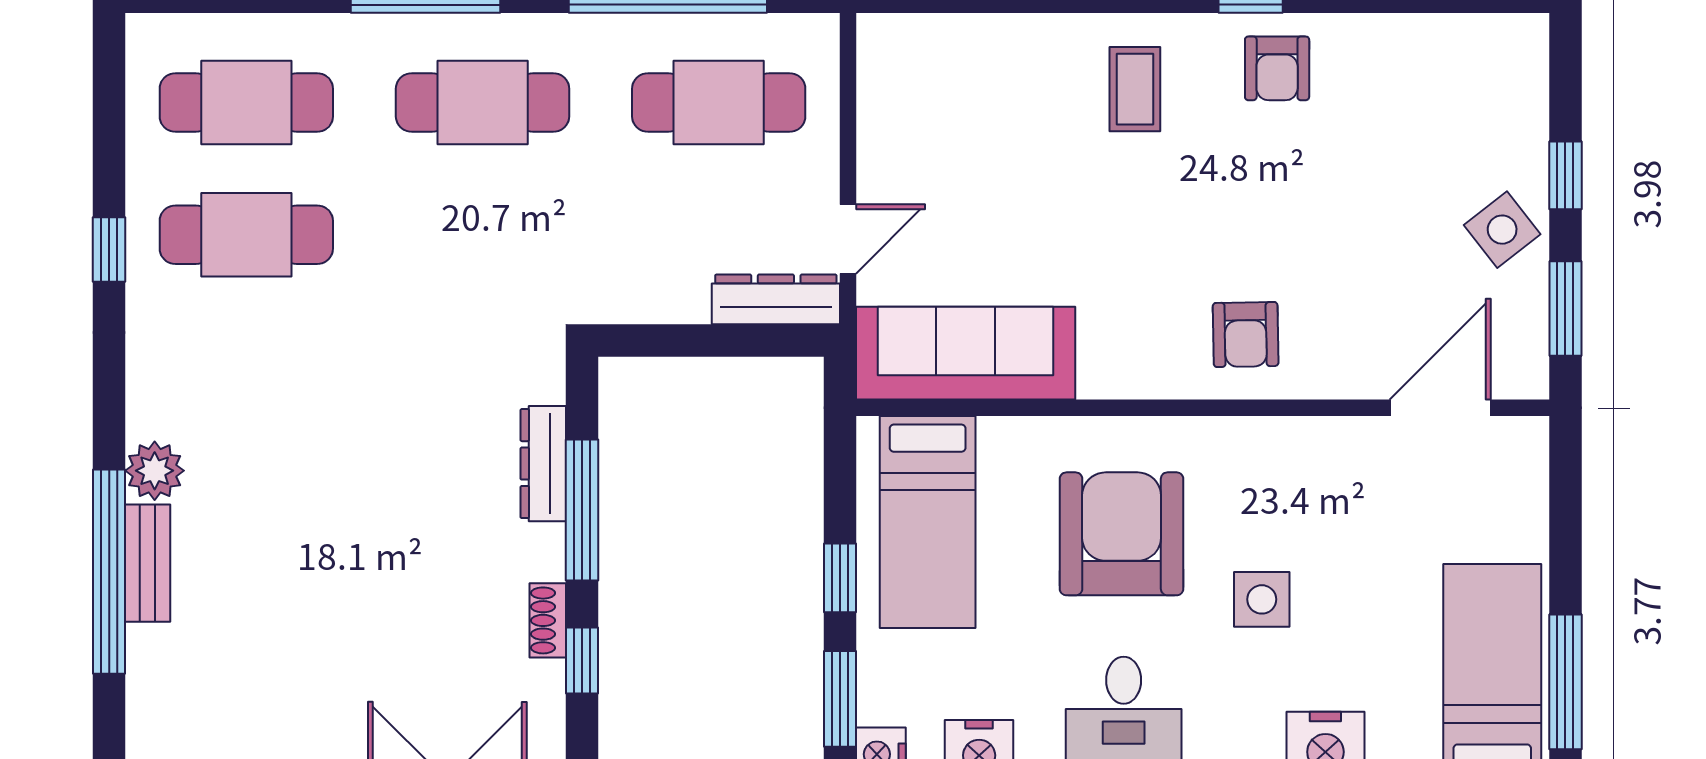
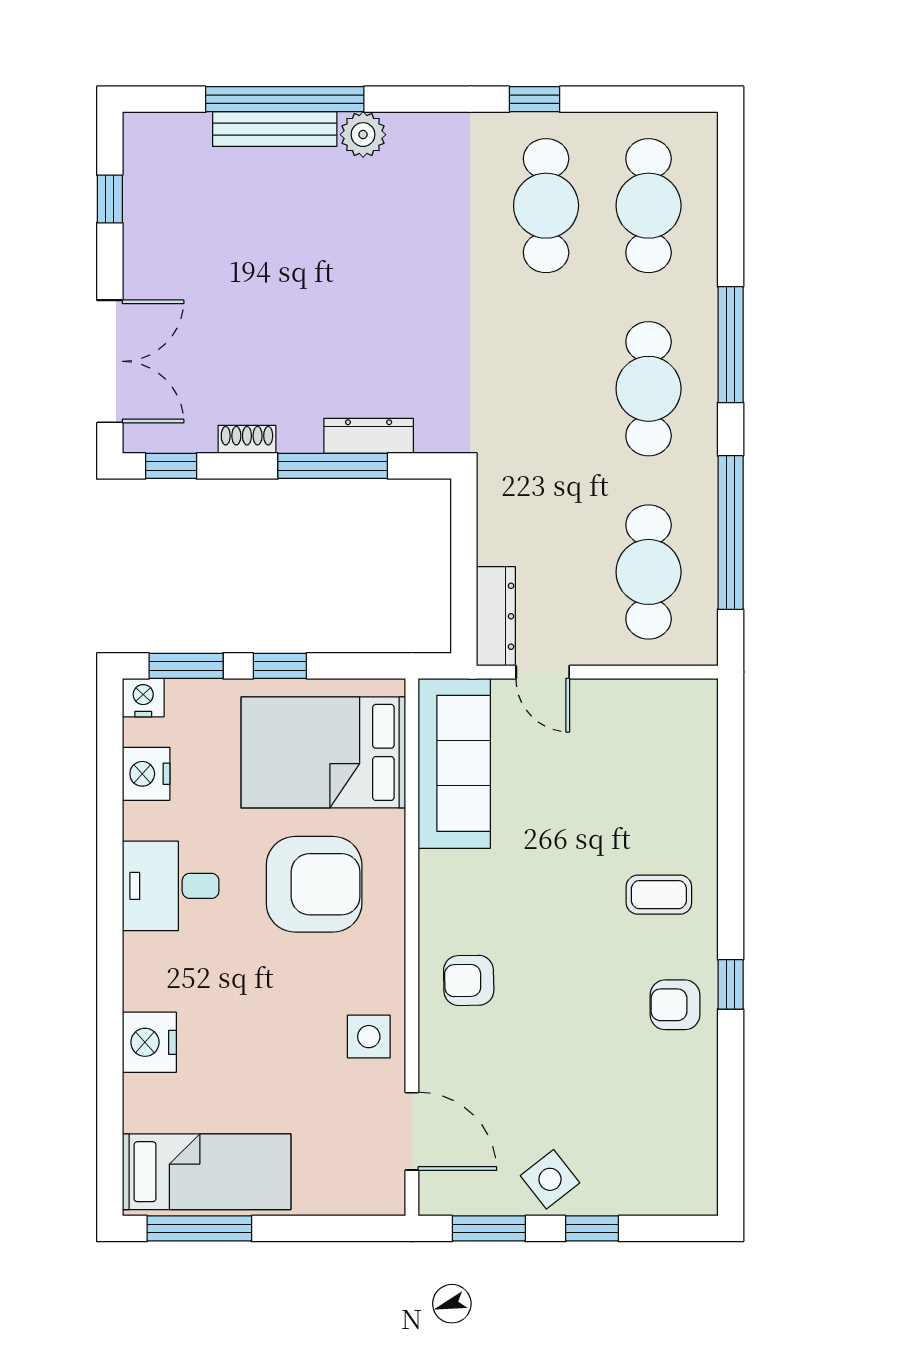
bed: (928, 522) -> (323, 752), width x1.50
bench: (148, 563) -> (275, 129), width x1.36
side table: (1262, 599) -> (369, 1037), moved
window: (582, 660) -> (171, 466), moved

